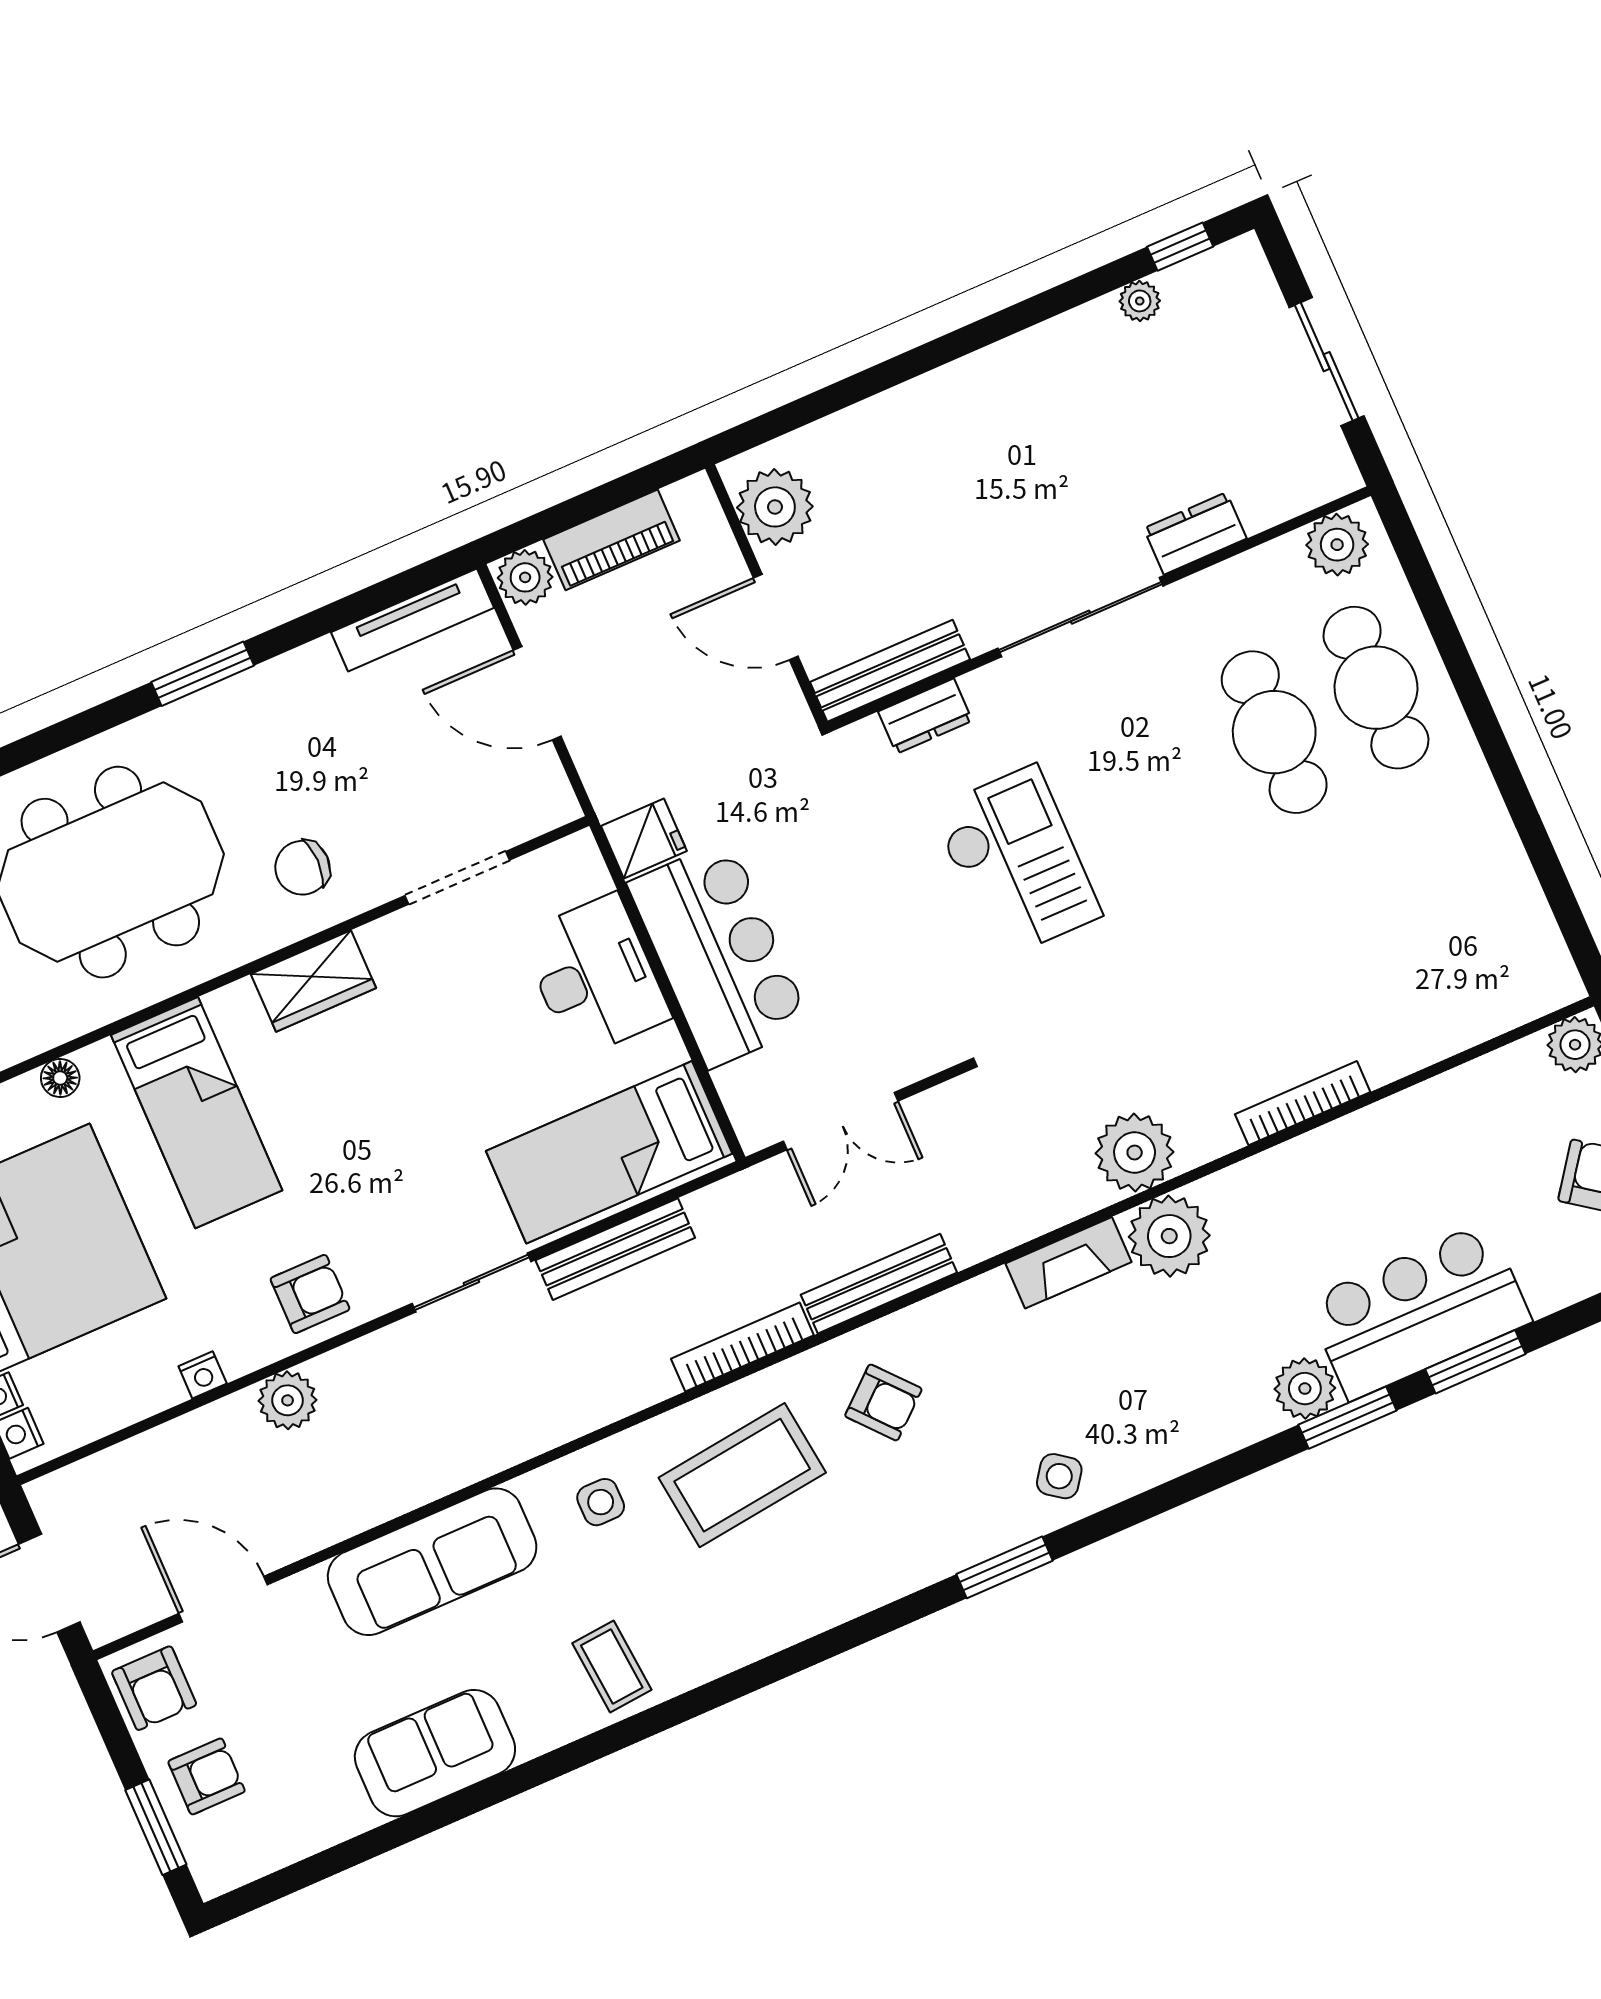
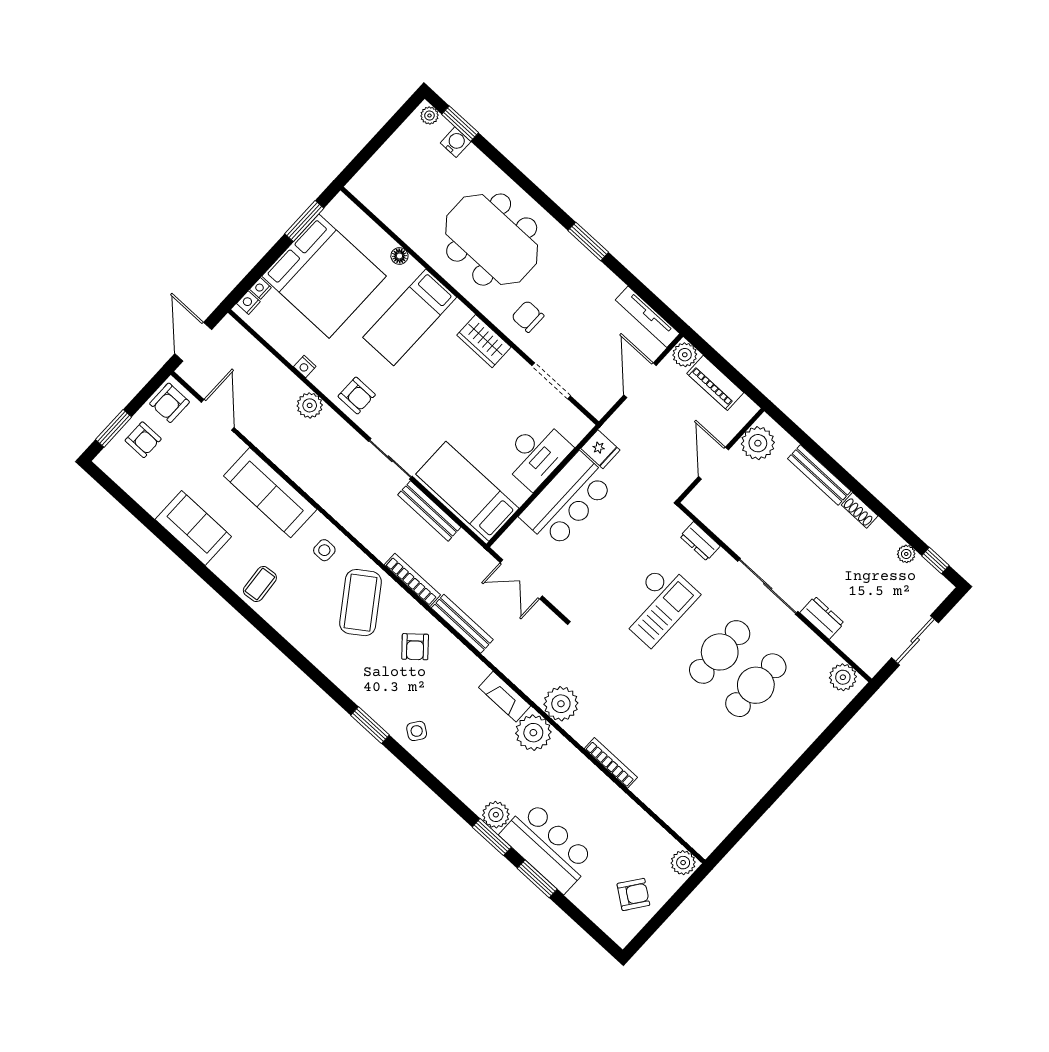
shoe rack: (1007, 358) -> (860, 510), added
bench: (890, 671) -> (819, 475), moved
cafe table: (1376, 688) -> (720, 652), moved
coffee table: (742, 1475) -> (360, 603), turned 62

